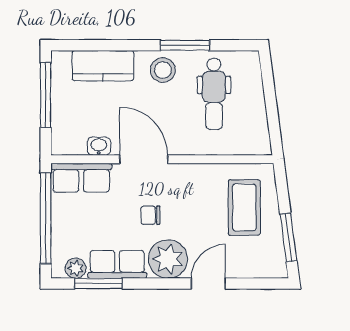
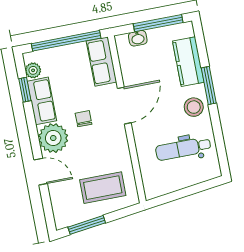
window: (185, 45) -> (209, 85), moved
washbasin: (99, 146) -> (138, 38), moved, turned 90
window: (98, 284) -> (25, 90), width x0.67

